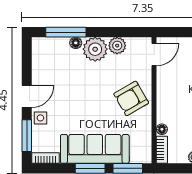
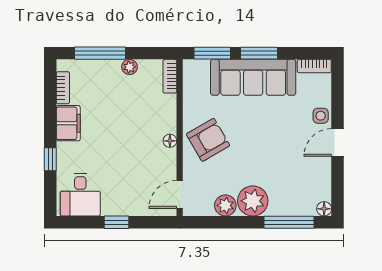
floor lamp: (76, 43) -> (324, 209), moved
floor lamp: (162, 129) -> (170, 141), moved
window: (27, 136) -> (338, 94), removed

